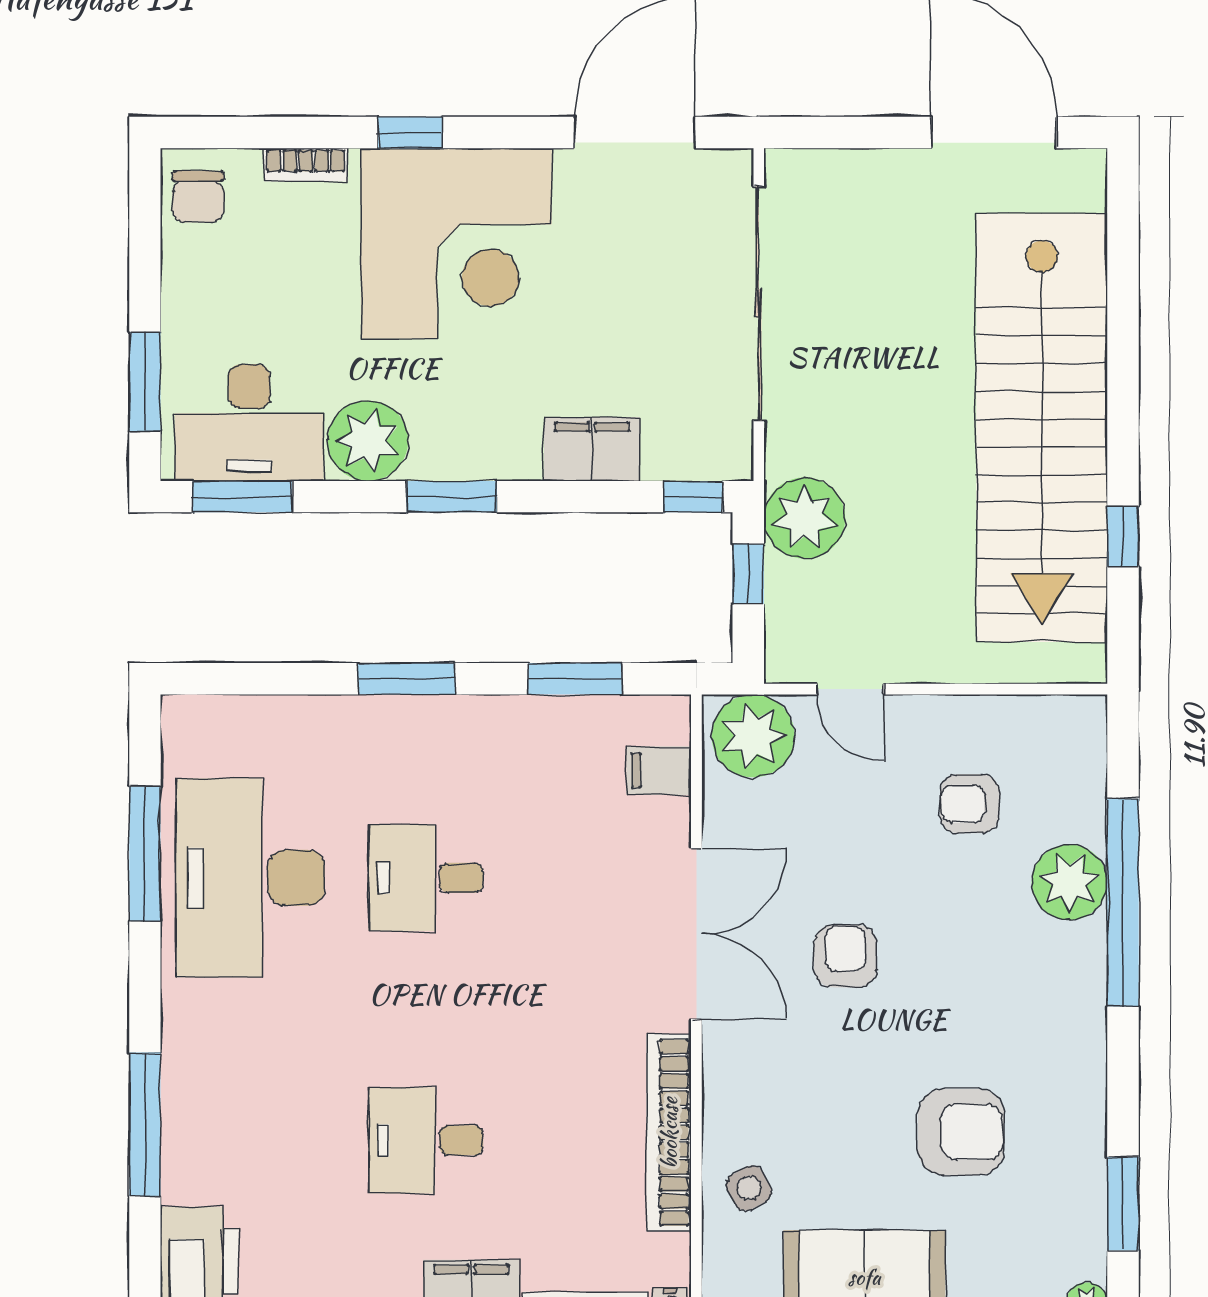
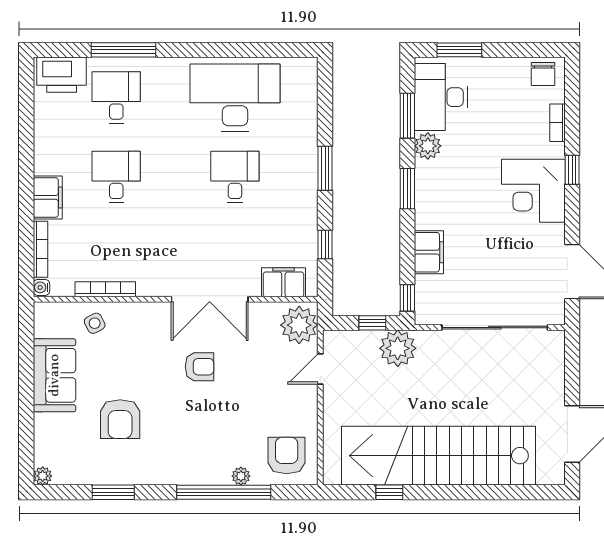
chair: (198, 197) -> (543, 74), turned -90
corner desk: (456, 243) -> (533, 191), width x0.74, depth x0.74
plant: (368, 441) -> (428, 146), width x0.73, depth x0.73
window: (242, 497) -> (407, 116), moved
window: (575, 679) -> (325, 244), width x0.67
filing cabinet: (659, 771) -> (283, 282), width x2.00
armchair: (970, 804) -> (287, 456), moved, width x1.38, depth x1.38
window: (145, 854) -> (246, 50), removed
plant: (1069, 882) -> (241, 476), width x0.53, depth x0.53
bookcase: (669, 1133) -> (105, 289), width x0.68, depth x0.76
desk: (250, 1140) -> (116, 98), added
window: (1123, 1204) -> (113, 492), moved

